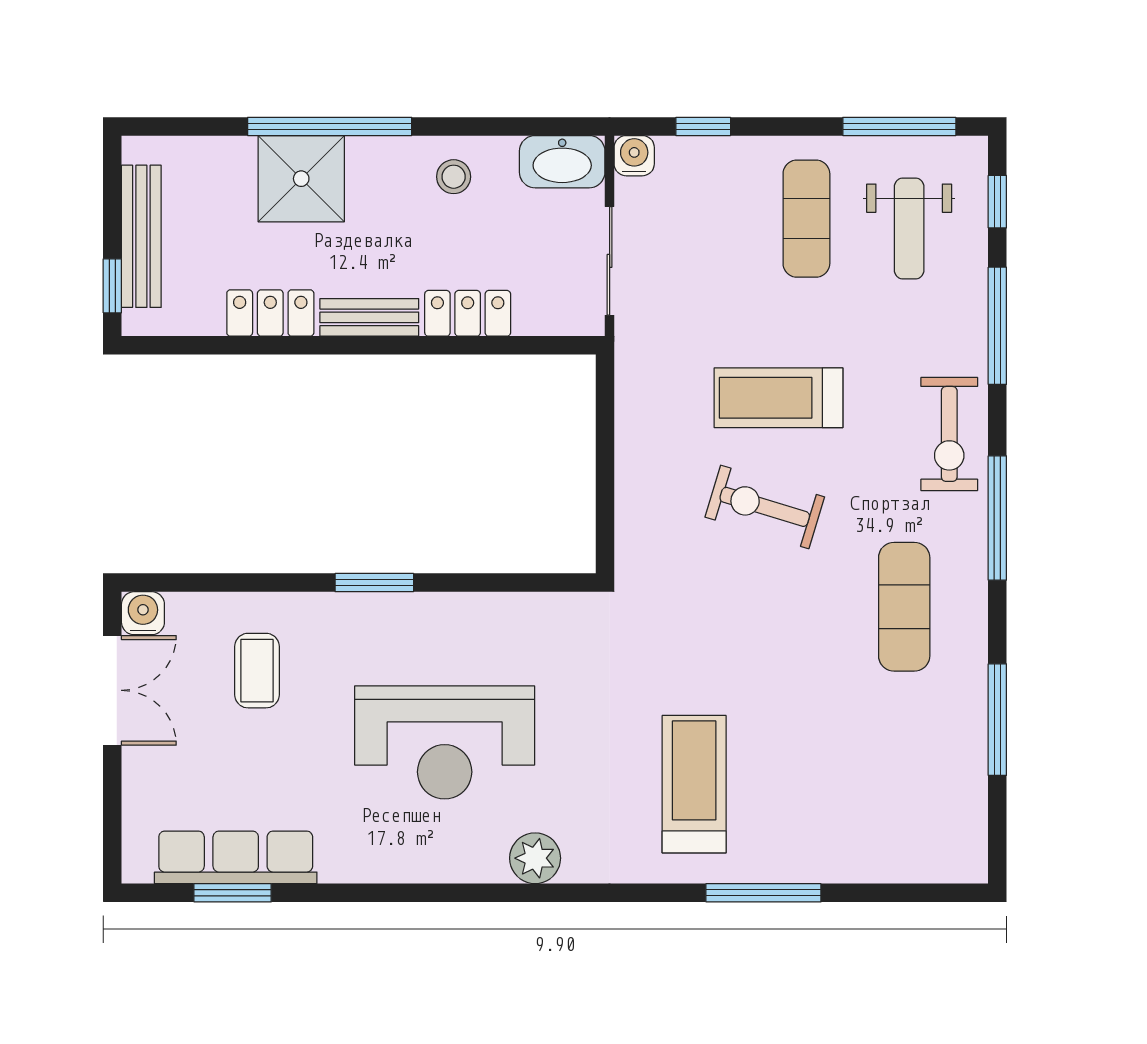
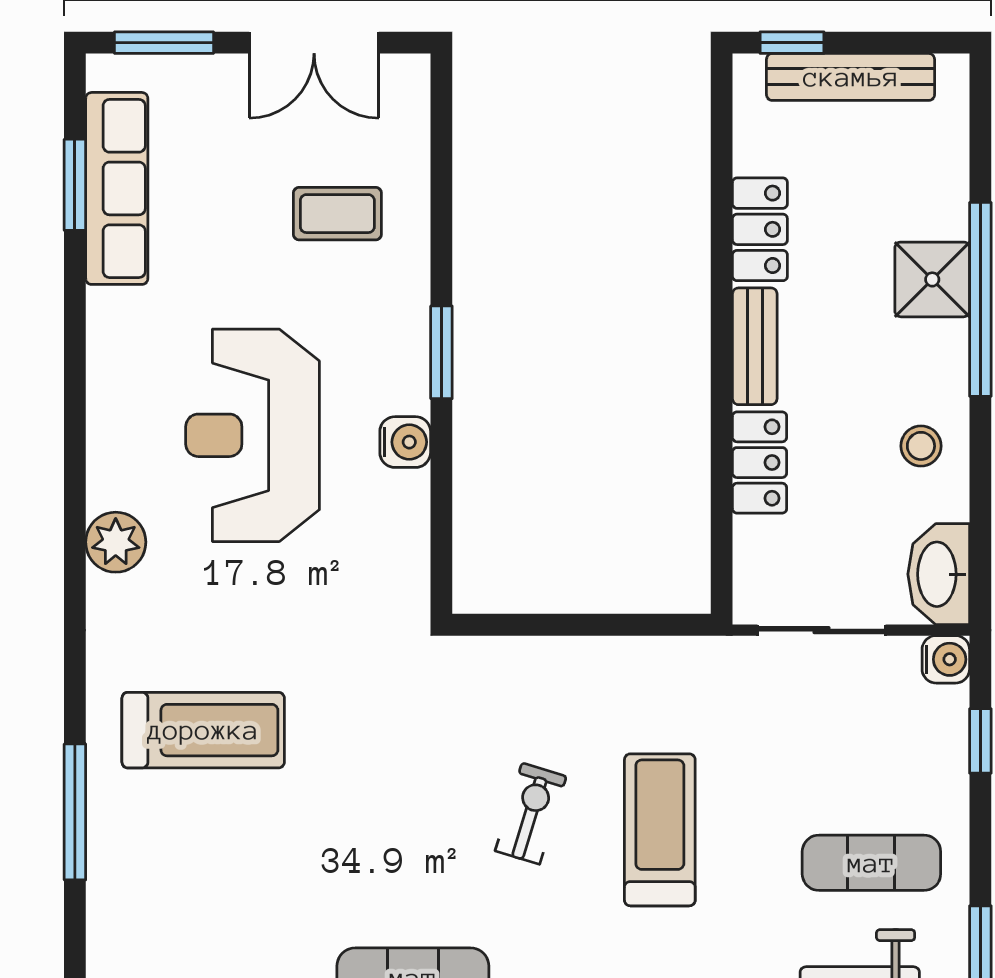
shower: (301, 179) -> (932, 279), width x0.73, depth x0.73
exercise bike: (765, 507) -> (531, 814), width x0.73, depth x0.72
water cooler: (143, 613) -> (405, 442), moved
window: (112, 817) -> (164, 43), added

